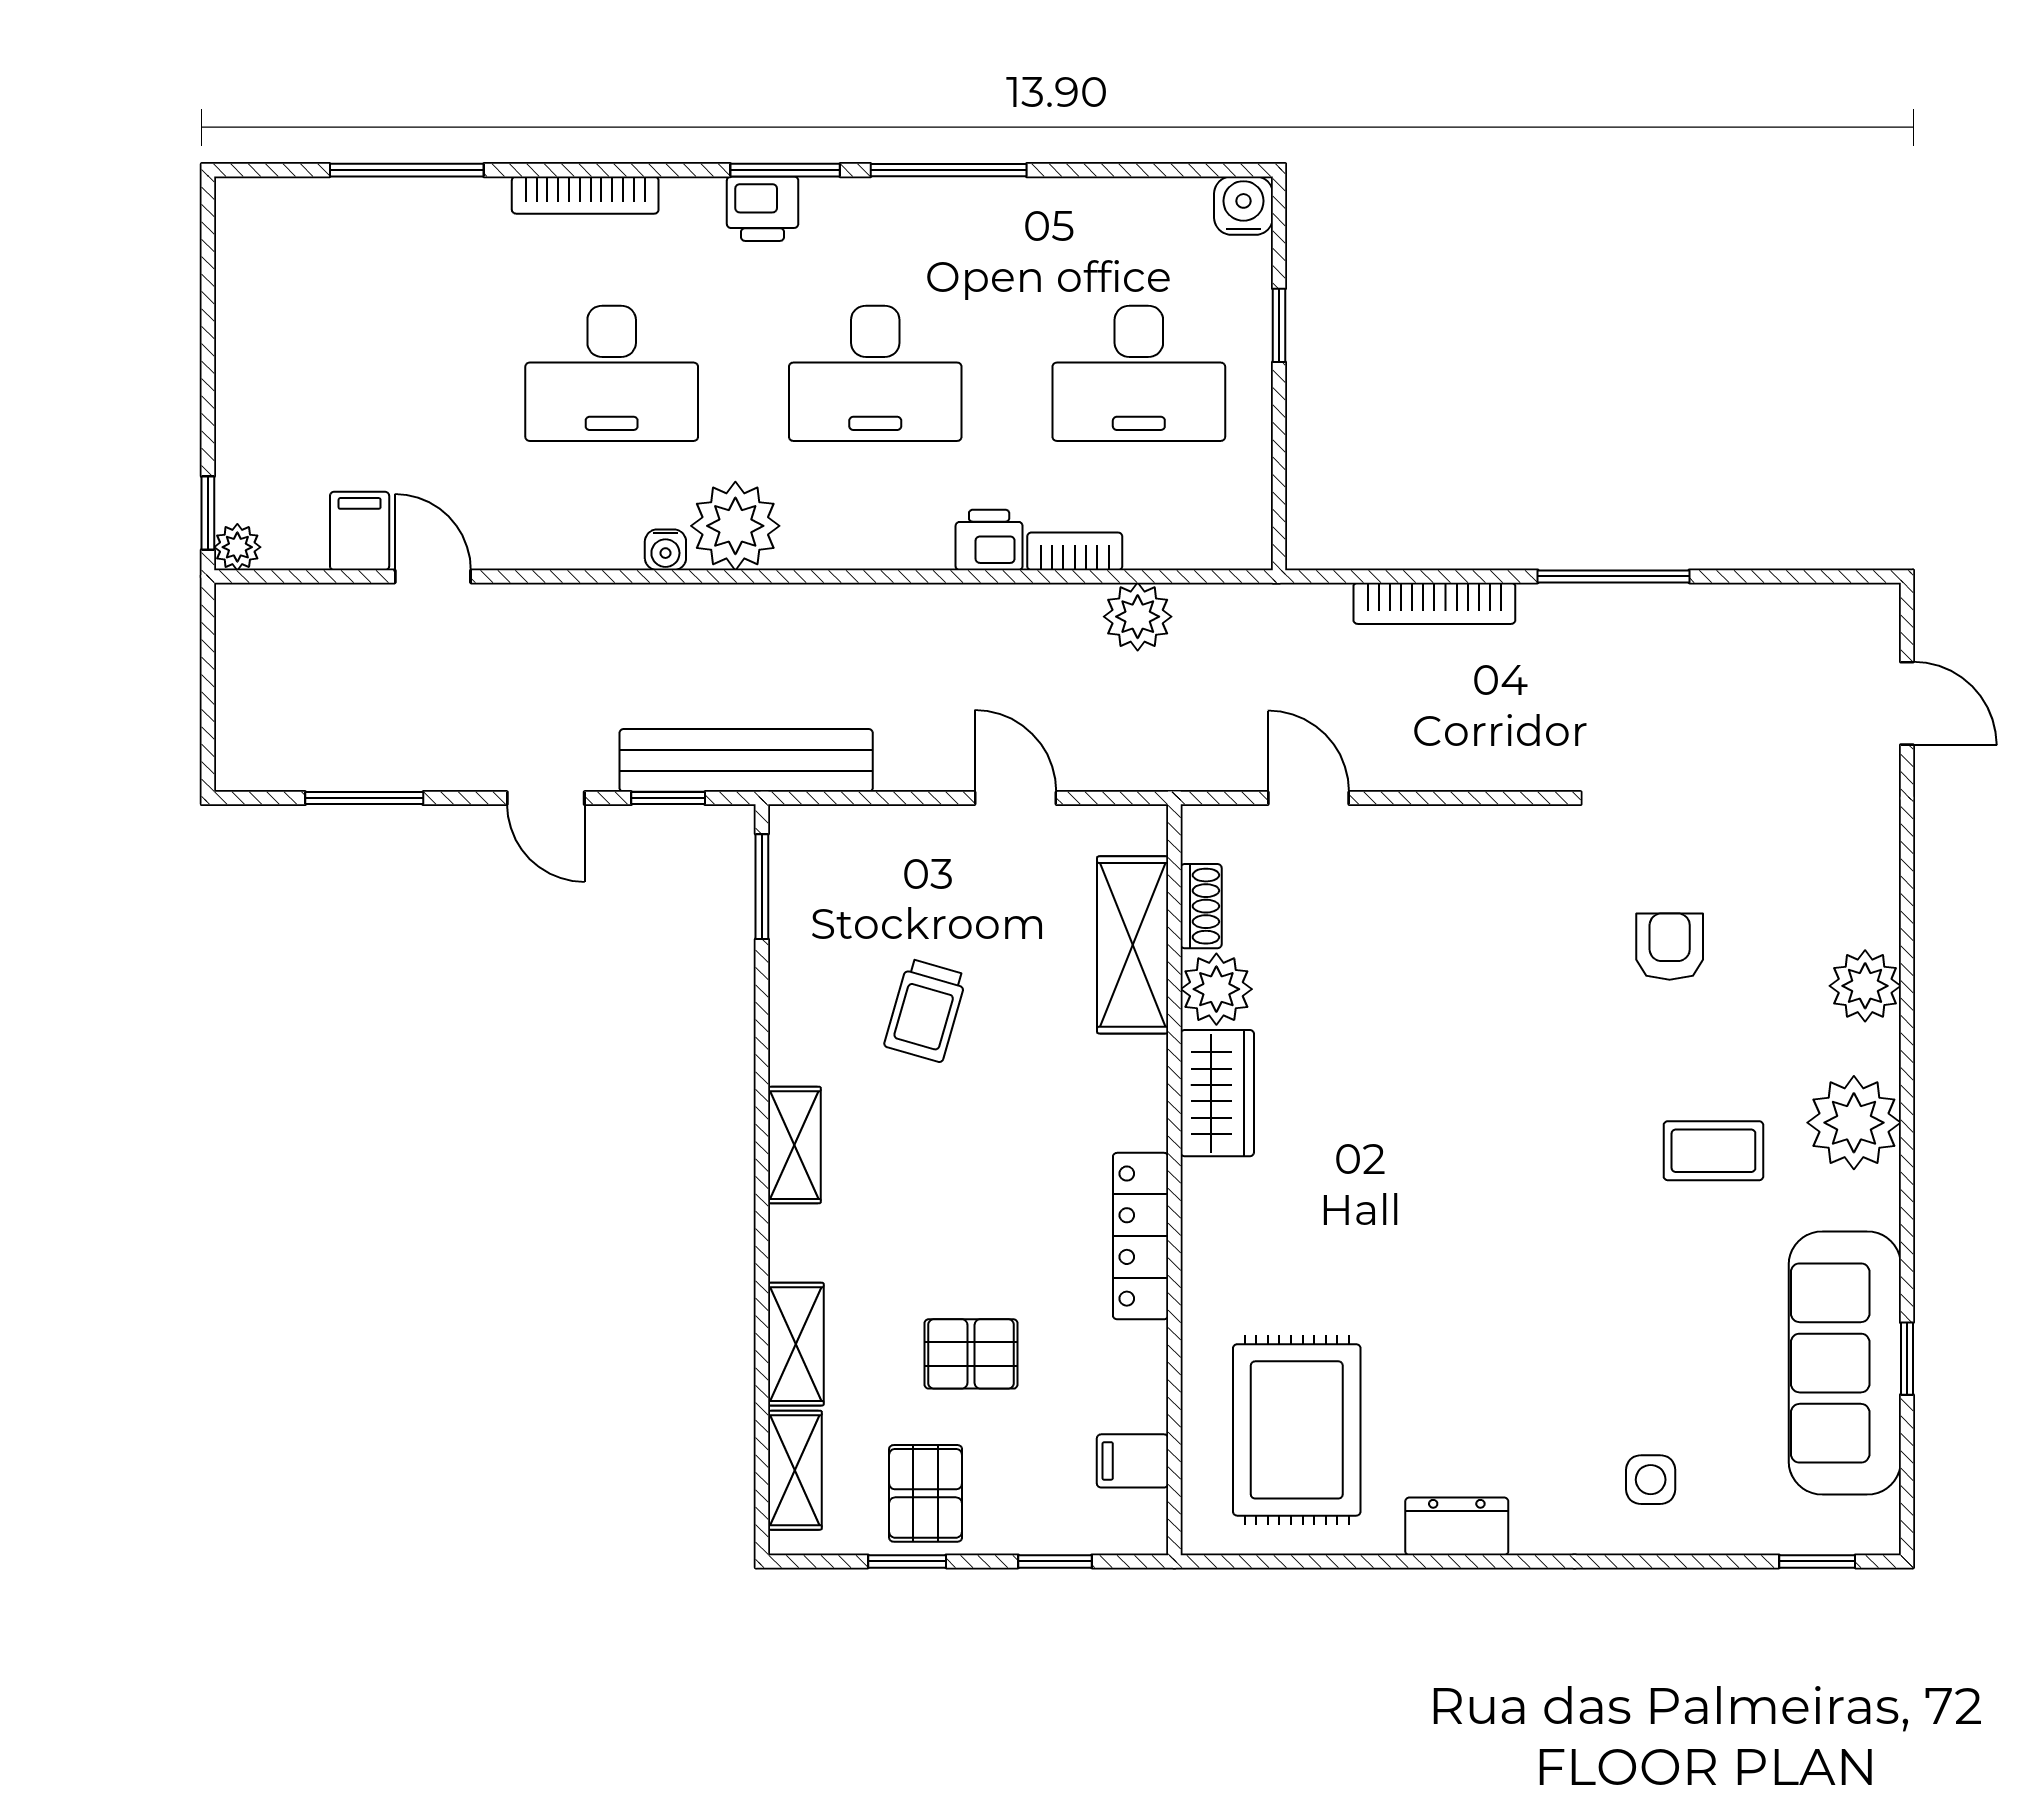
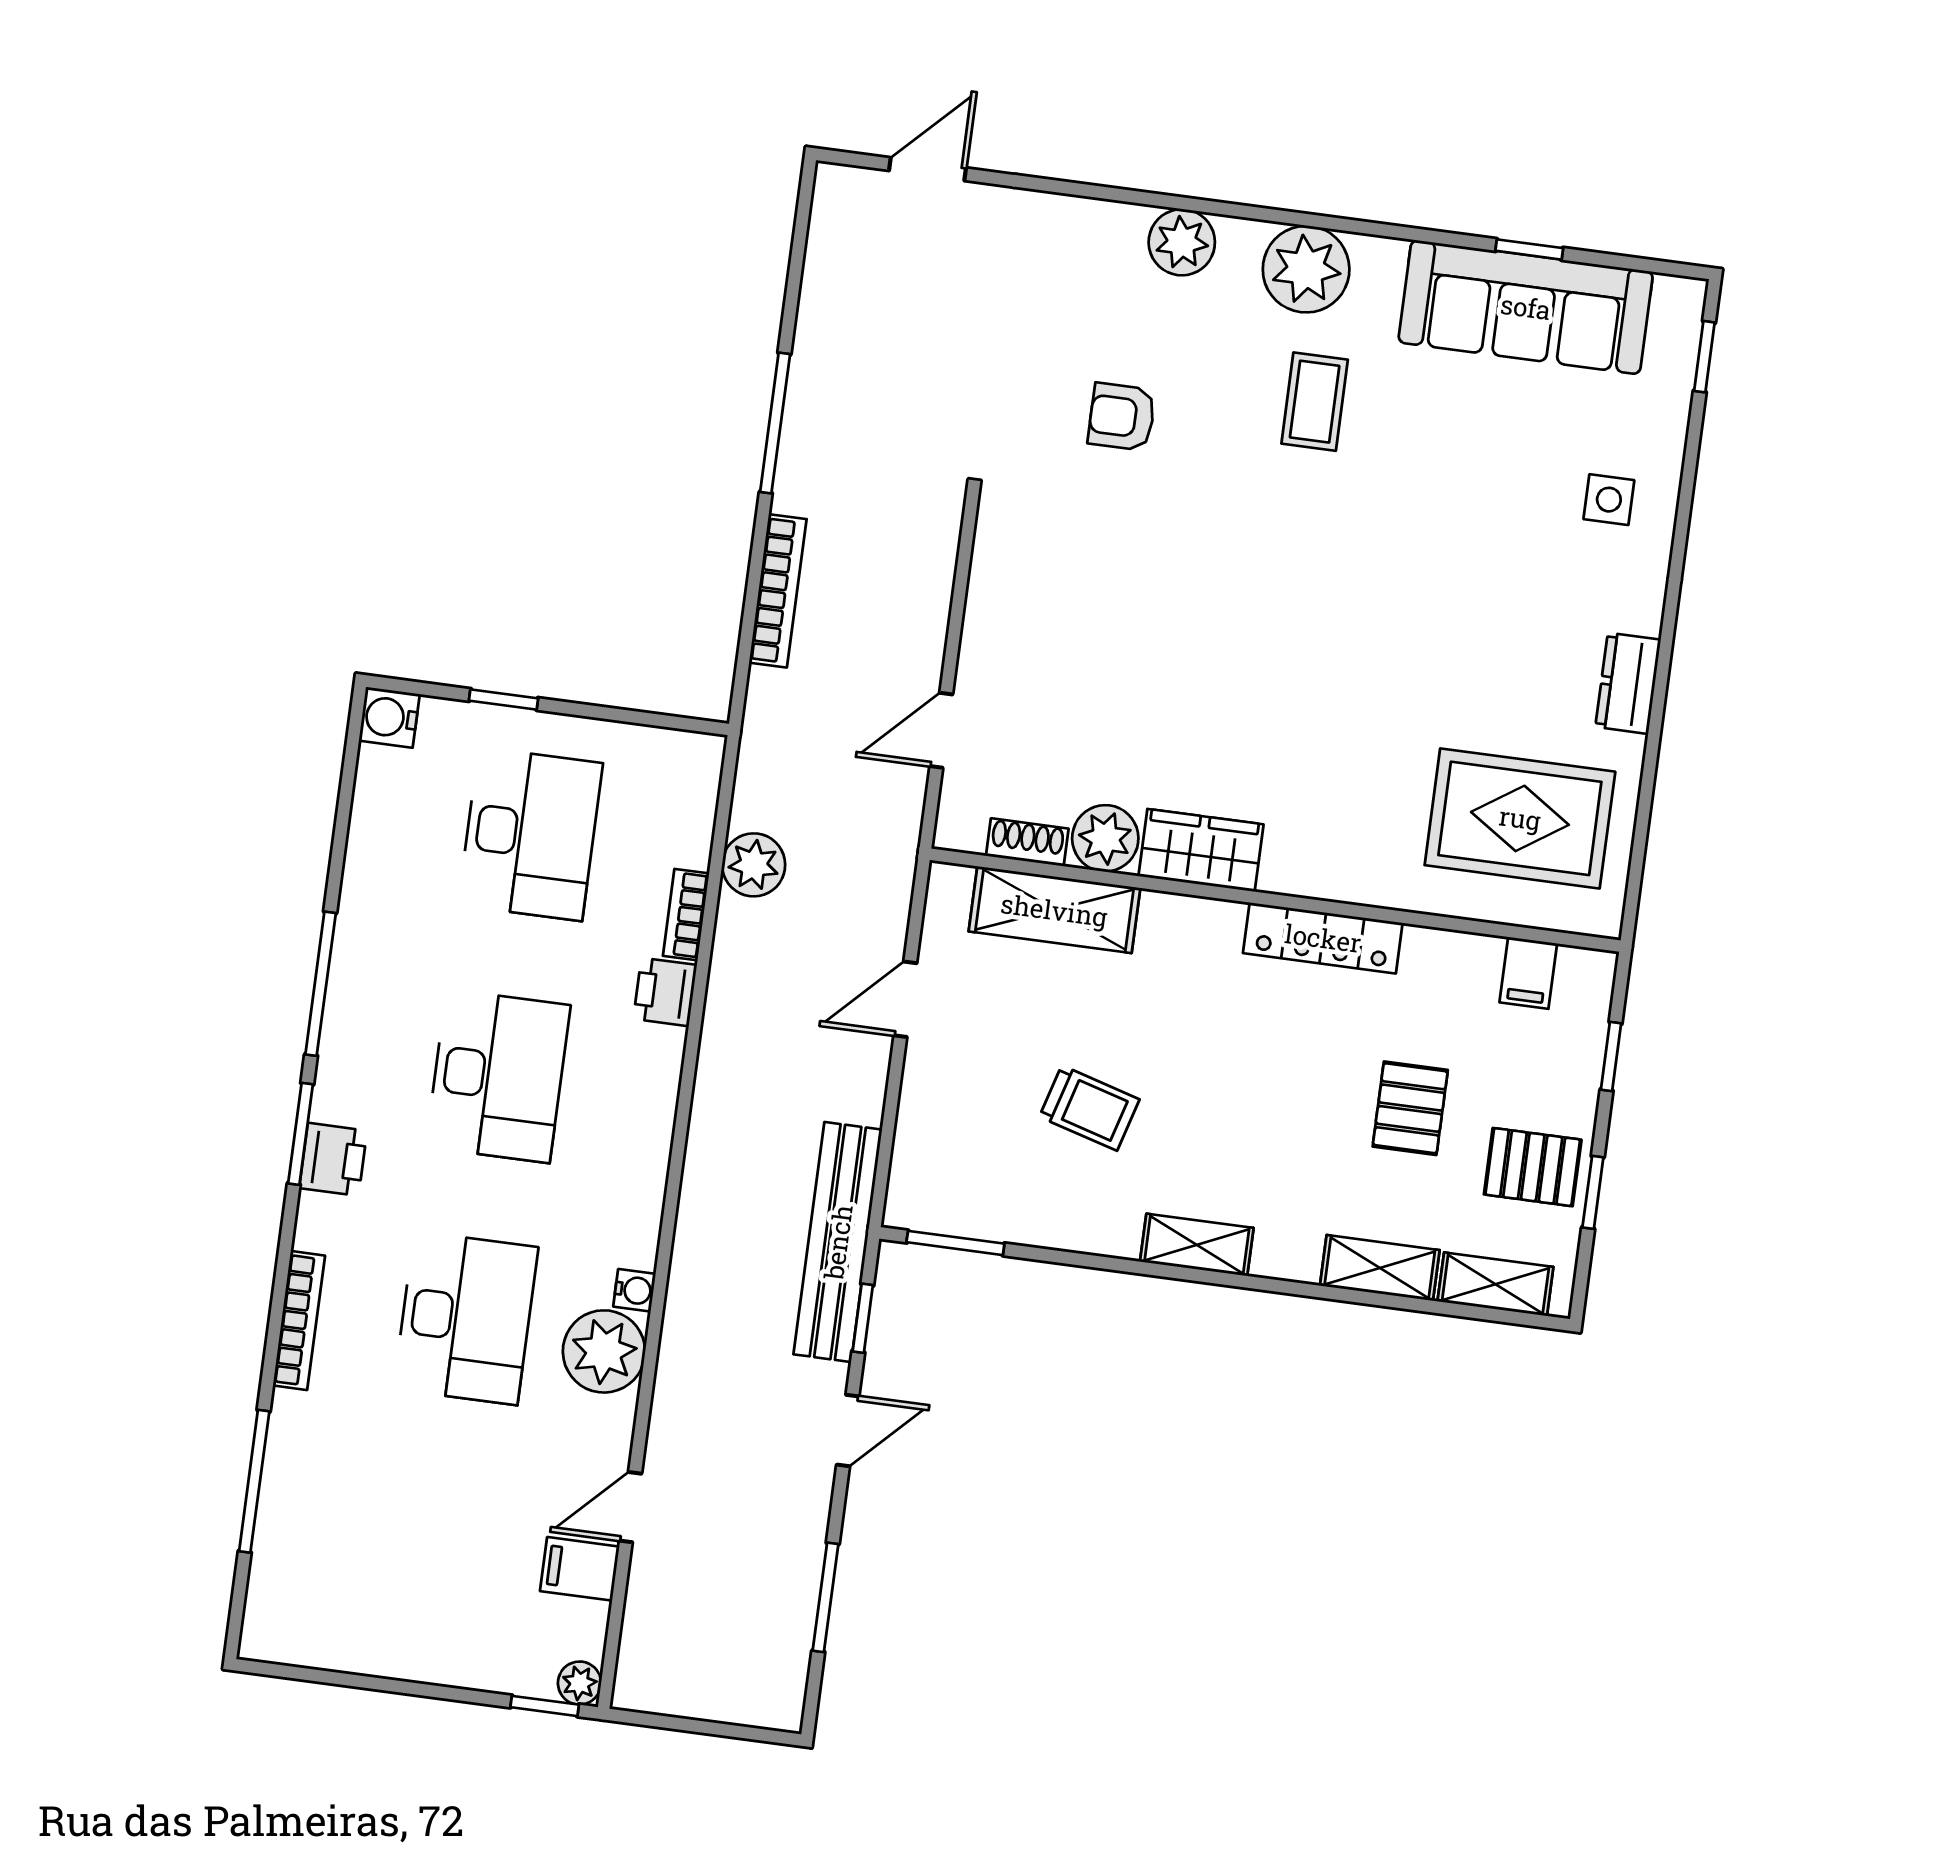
plant: (735, 526) -> (604, 1351), moved

